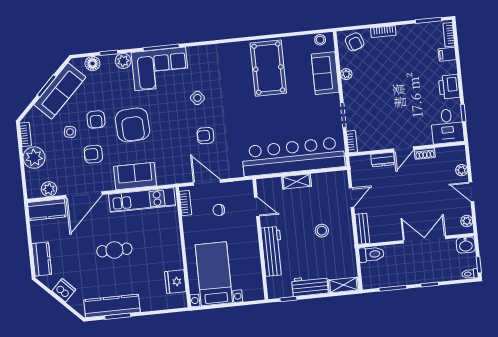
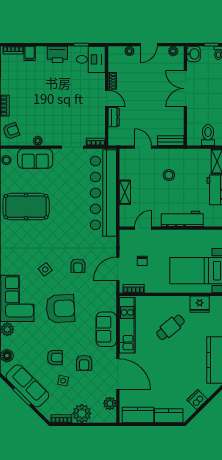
armchair: (132, 125) -> (60, 309), moved
kitchen counter: (47, 210) -> (138, 415), moved, turned -90
cafe table: (114, 250) -> (170, 327), moved, turned 51
toilet: (371, 254) -> (208, 135), moved

